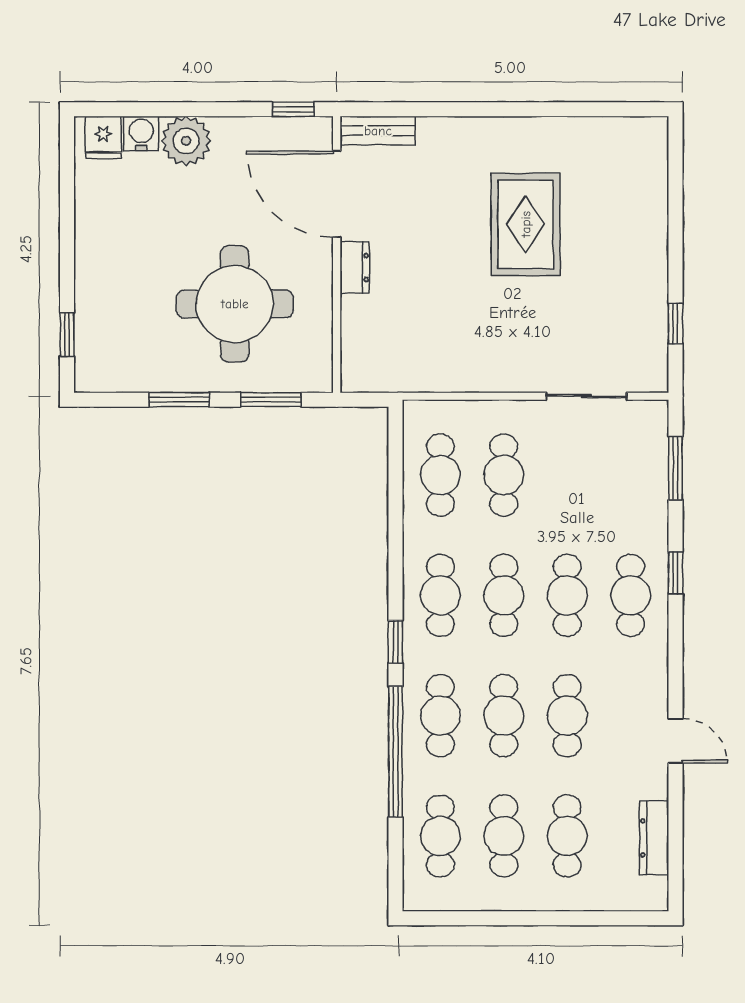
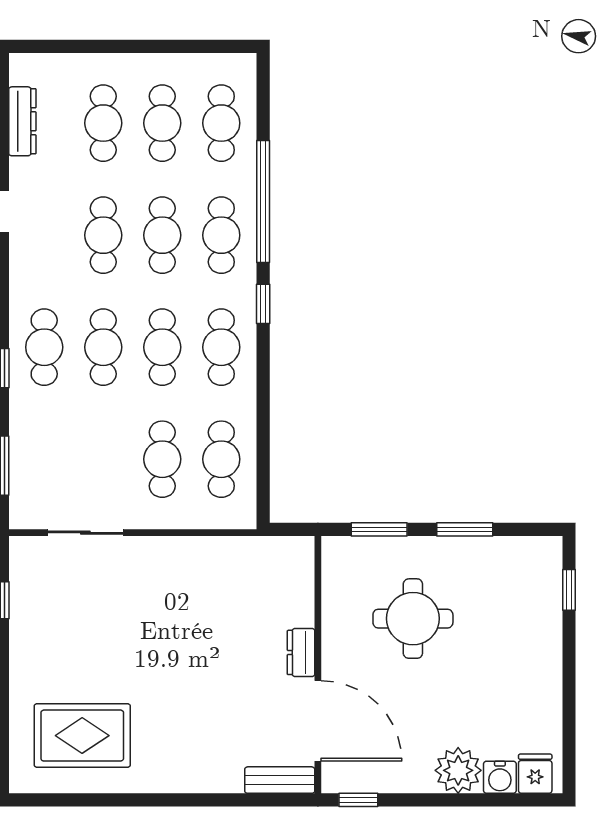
rug: (526, 224) -> (82, 736), moved, turned 90
round table: (235, 304) -> (413, 619), width x0.73, depth x0.73

